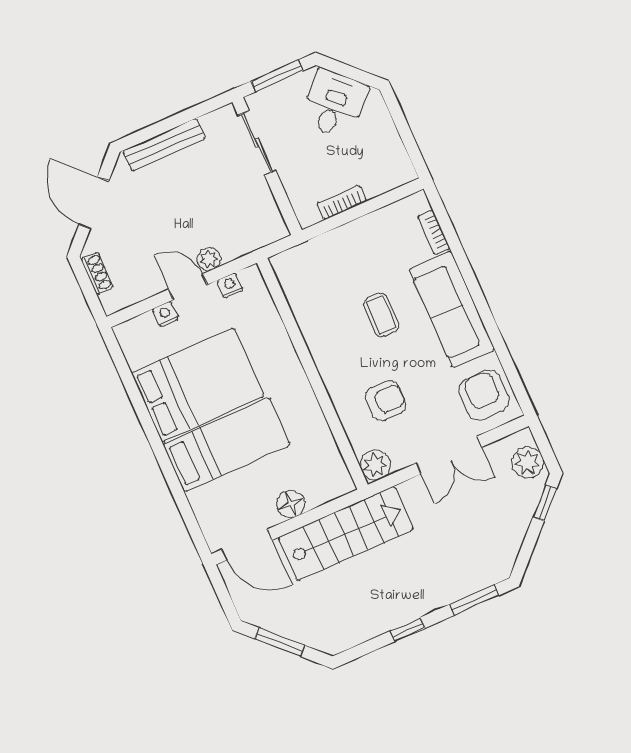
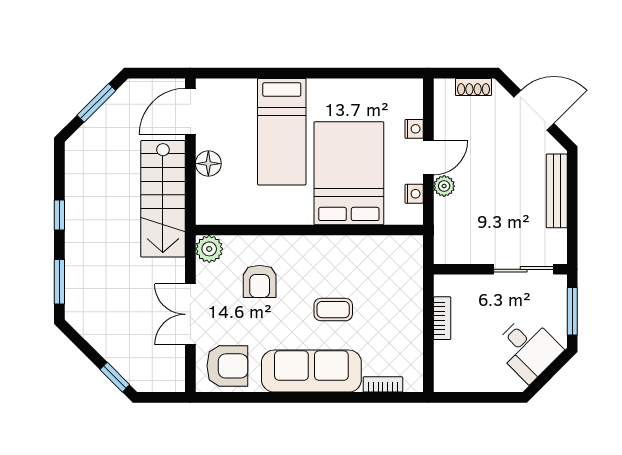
bed: (198, 385) -> (349, 173), moved, turned 180
plant: (528, 462) -> (155, 378), removed

